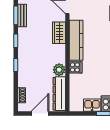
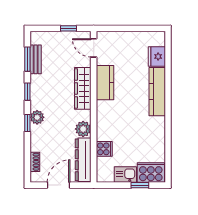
wardrobe: (59, 33) -> (83, 88), width x1.50
kitchen counter: (76, 40) -> (105, 83), width x0.67
plant: (23, 61) -> (37, 117), added
cooker: (76, 67) -> (104, 149), moved

